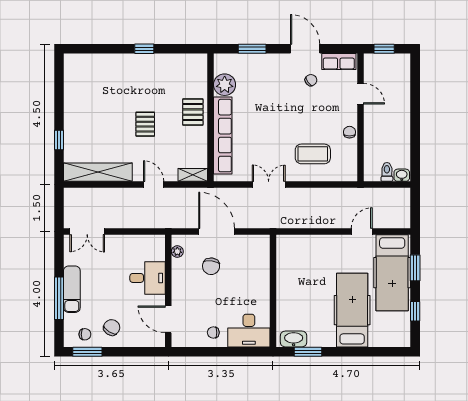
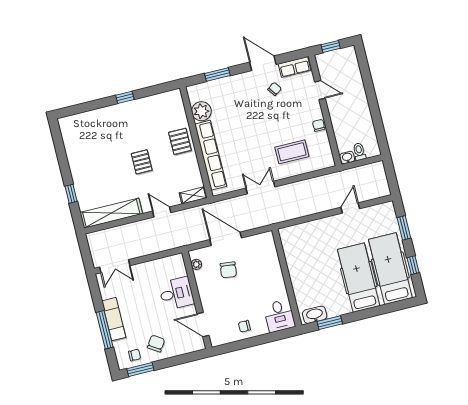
washbasin: (402, 175) -> (347, 158), moved
hospital bed: (392, 273) -> (390, 269), moved, turned 180
desk: (249, 331) -> (279, 316), width x0.73

